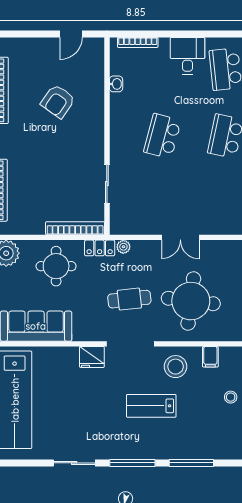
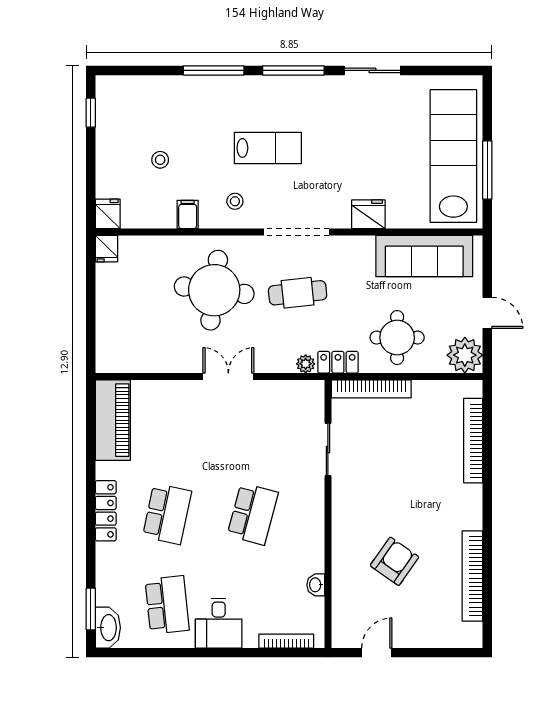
fridge: (92, 357) -> (368, 214), moved
stool: (176, 367) -> (235, 201), width x0.53, depth x0.53

